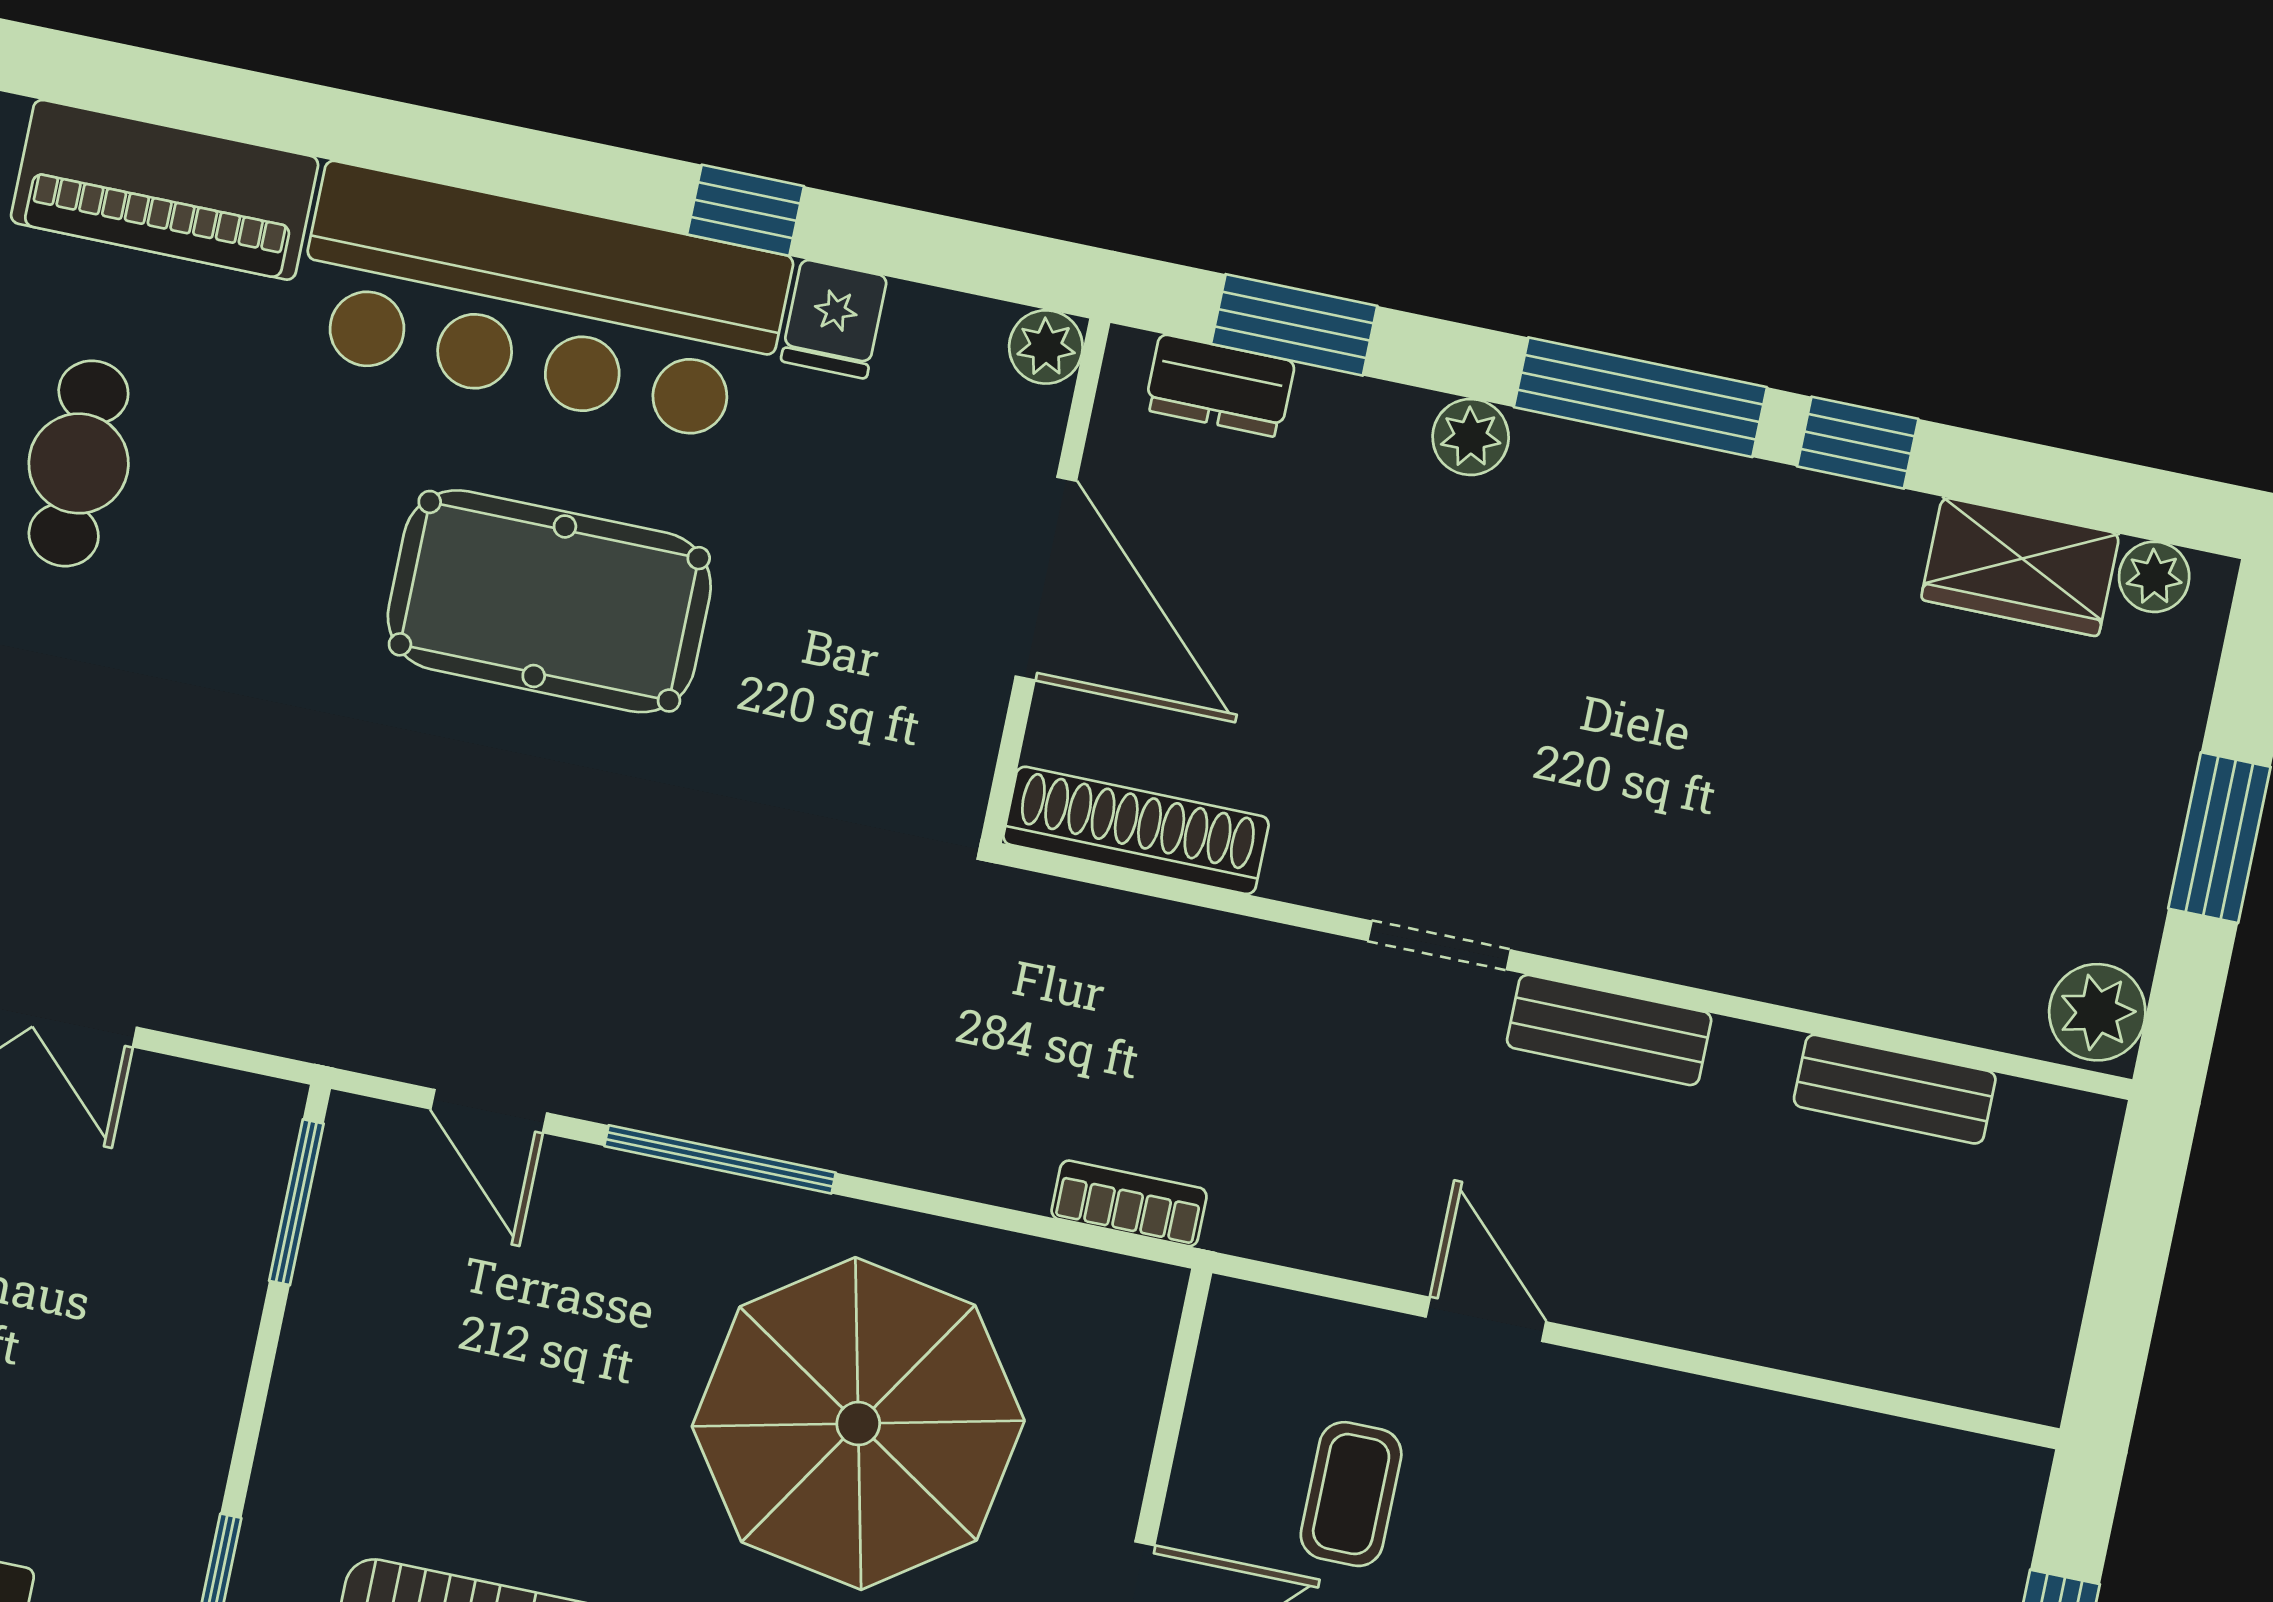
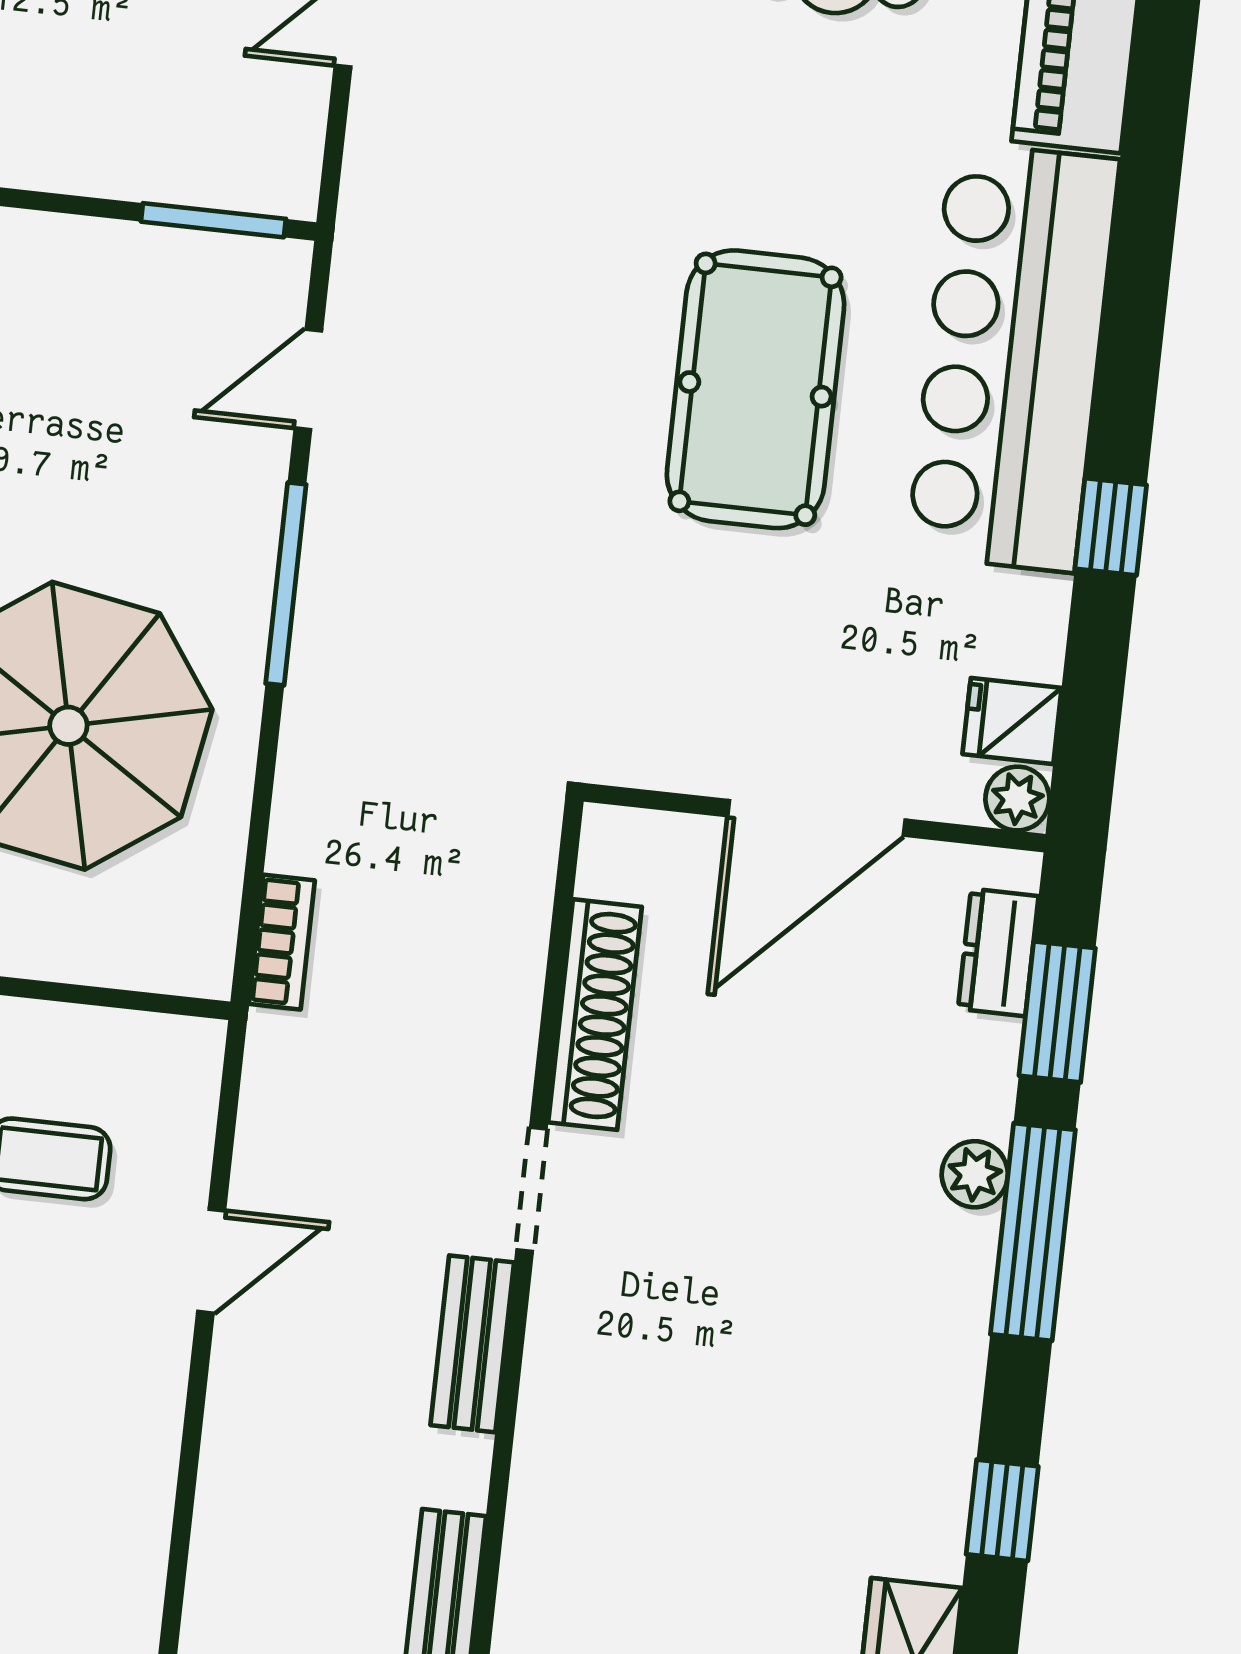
fridge: (834, 319) -> (1012, 721), moved
window: (1640, 397) -> (1033, 1232), moved
shoe rack: (1136, 830) -> (595, 1015), moved

